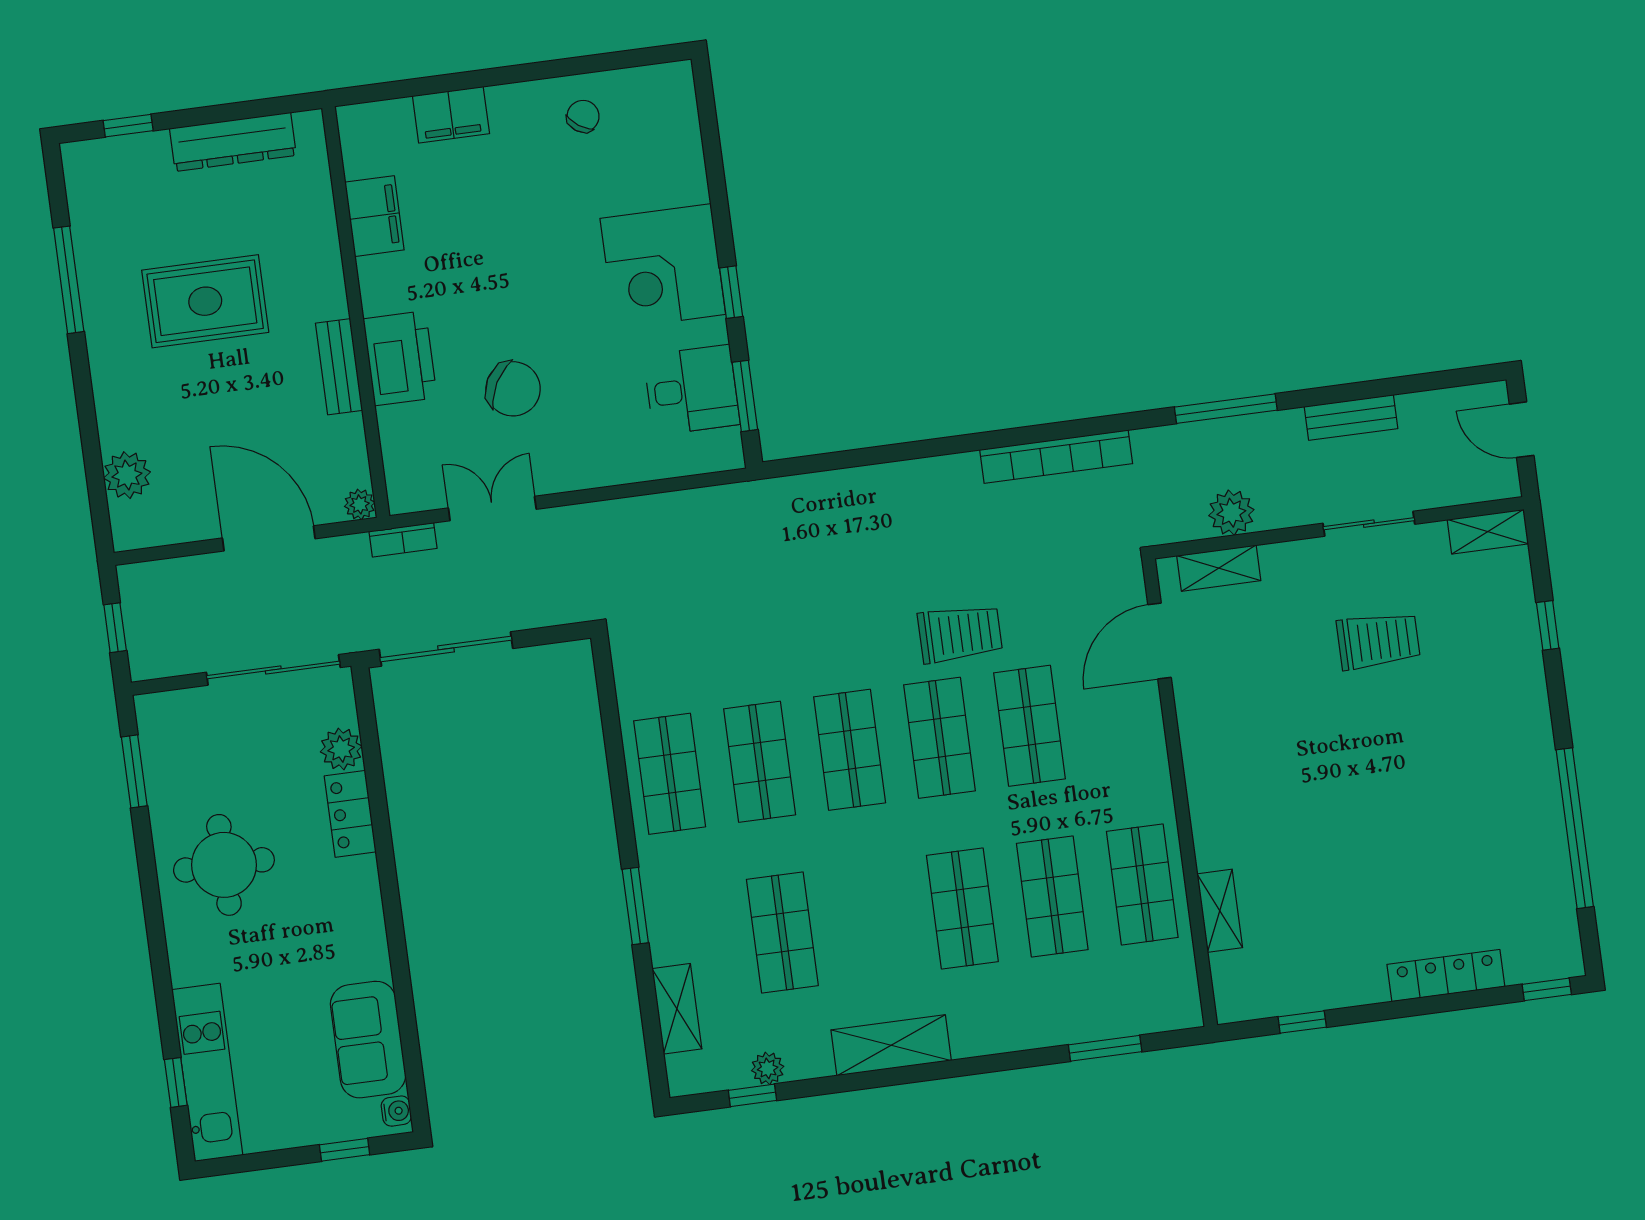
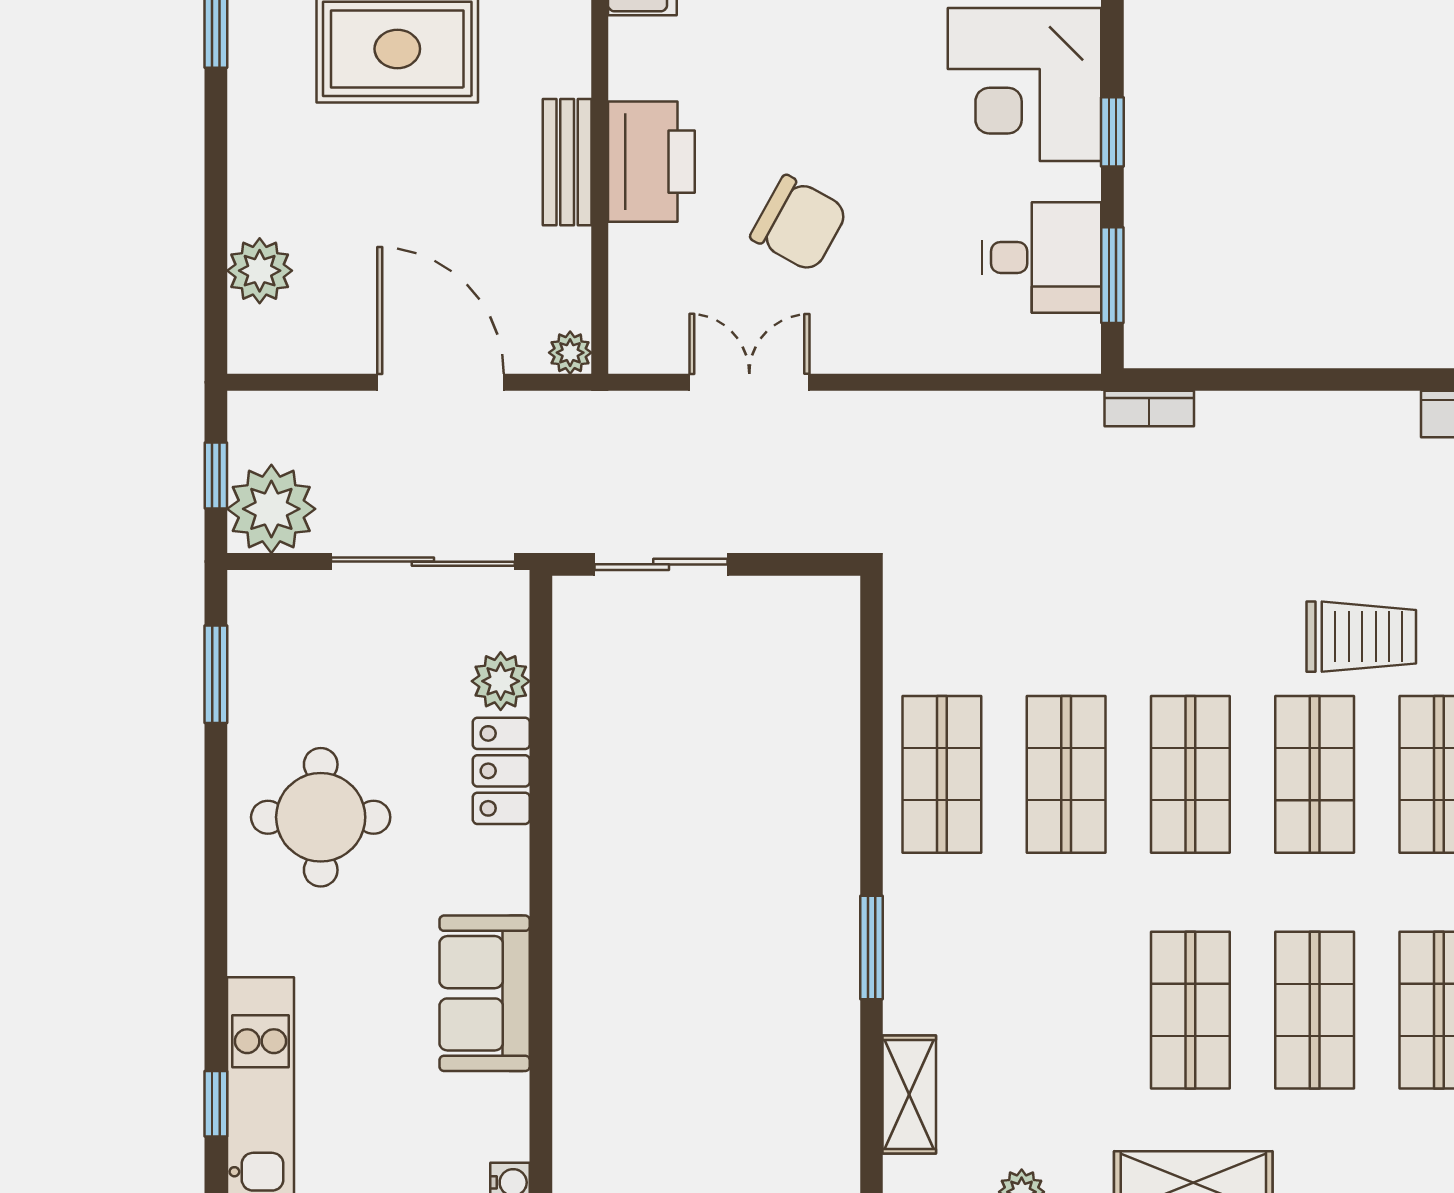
bookcase: (403, 540) -> (1149, 409), moved
plant: (158, 646) -> (271, 509), added
sliding door: (446, 649) -> (661, 564), width x0.73
shop shelf: (782, 933) -> (1190, 1010), moved
sofa: (368, 1040) -> (485, 993), moved

